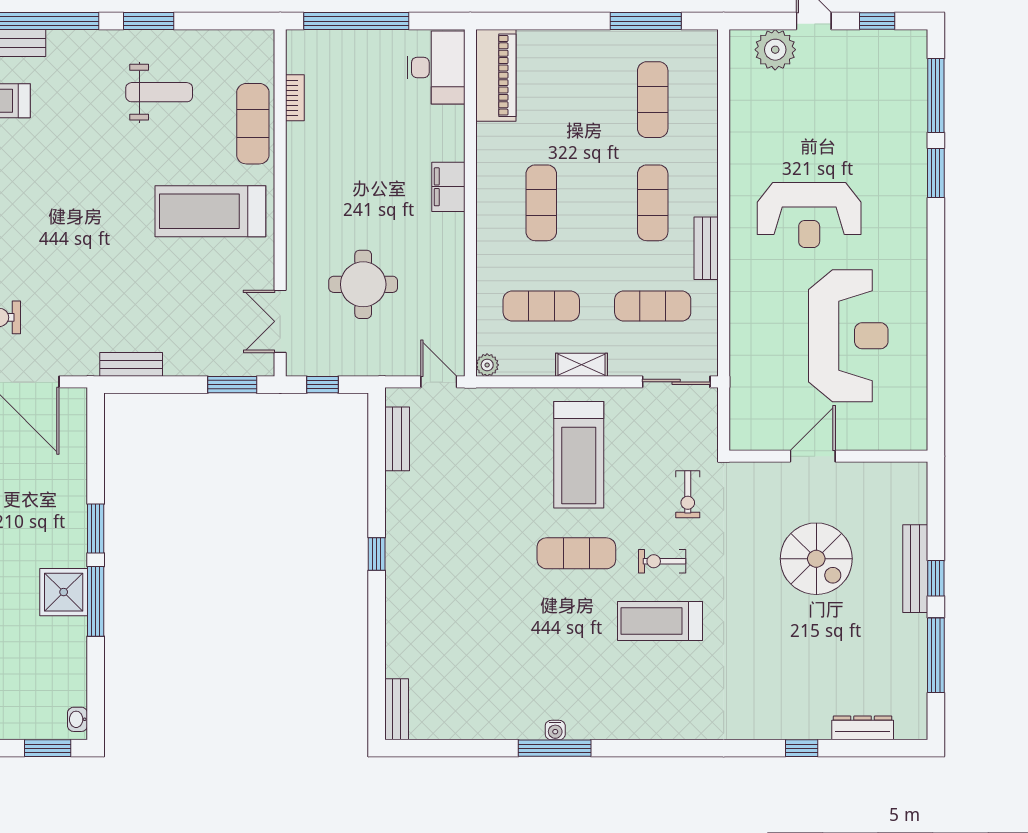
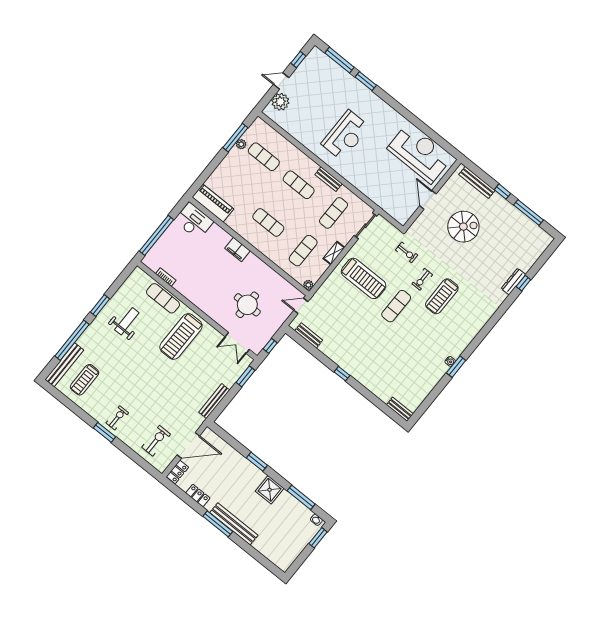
plant: (642, 41) -> (241, 144), added
reception desk: (848, 336) -> (419, 153), moved
bench: (131, 364) -> (214, 401), width x1.36
bench: (915, 569) -> (477, 182), moved
window: (96, 601) -> (301, 497), moved
dresser: (863, 728) -> (513, 282), moved
window: (555, 748) -> (456, 367), width x0.69

